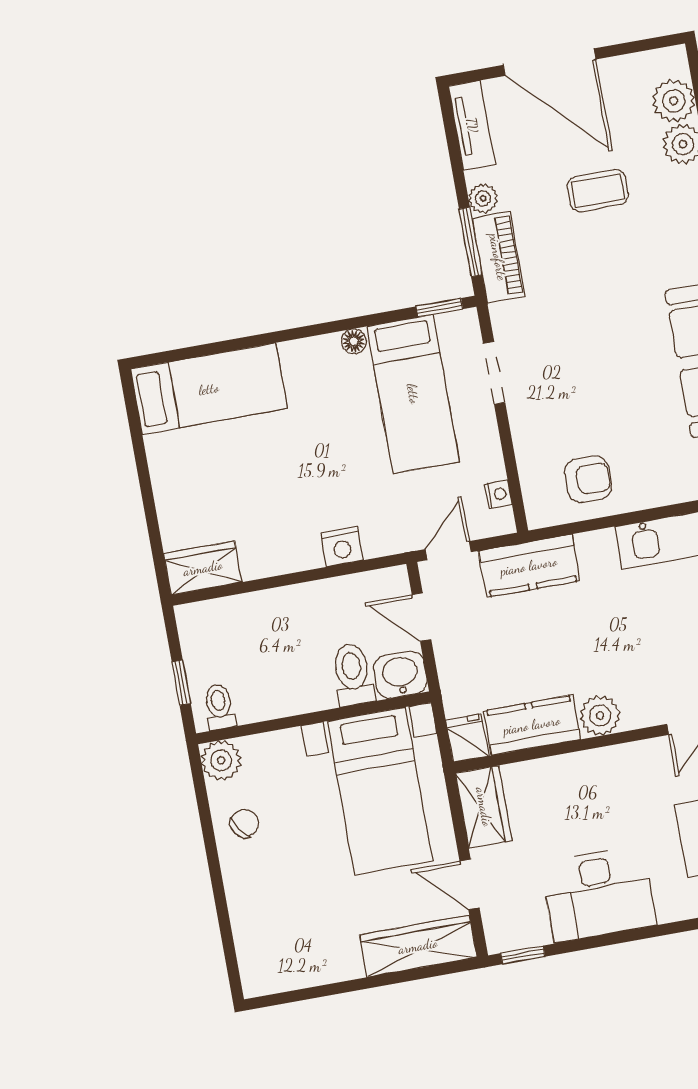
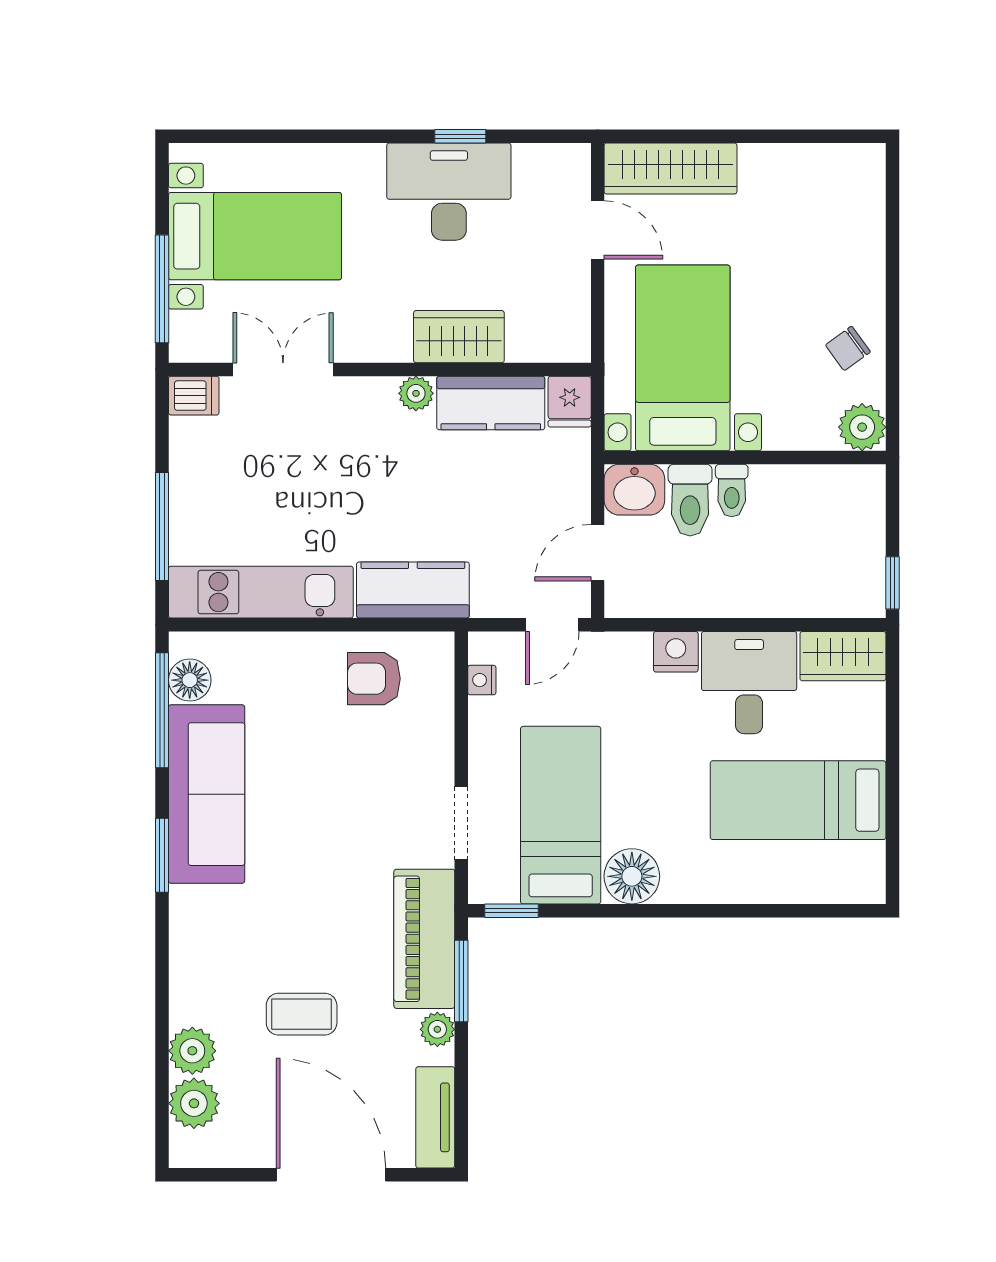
piano: (498, 257) -> (424, 939), width x1.37, depth x1.33
floor lamp: (354, 341) -> (632, 876), width x1.89, depth x1.89
bed: (209, 389) -> (798, 800), moved
desk: (277, 532) -> (749, 683), added
kitchen counter: (529, 566) -> (413, 590), moved
door: (421, 617) -> (598, 553), swing flipped
window: (181, 683) -> (892, 583), moved
toilet: (219, 707) -> (732, 491), moved
plant: (600, 716) -> (416, 393), width x0.73, depth x0.73
wardrobe: (484, 807) -> (459, 337), moved, turned 90
window: (523, 955) -> (460, 136), moved

